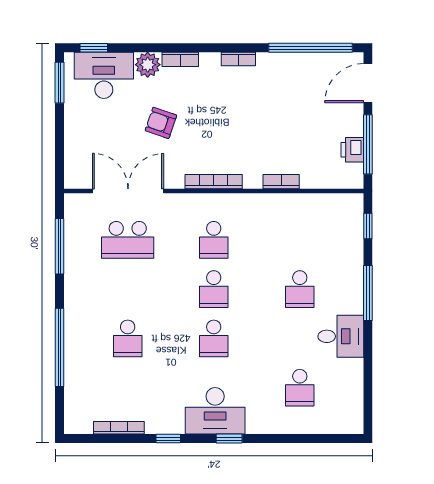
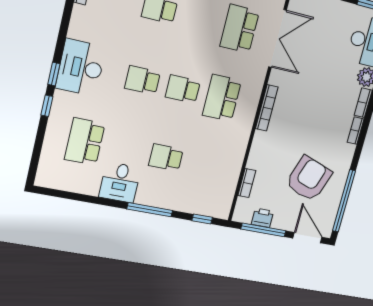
bookcase: (238, 59) -> (356, 131), moved
armchair: (161, 123) -> (309, 179), moved, width x1.88, depth x1.88
bookcase: (281, 182) -> (247, 183), moved
school desk: (214, 240) -> (222, 98), width x1.85
school desk: (300, 388) -> (85, 141), width x1.85
window: (168, 439) -> (47, 106), moved

